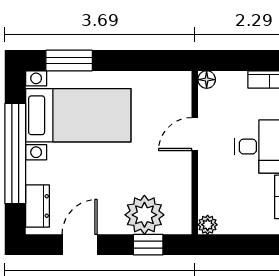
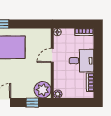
plant: (144, 215) -> (43, 90), moved

